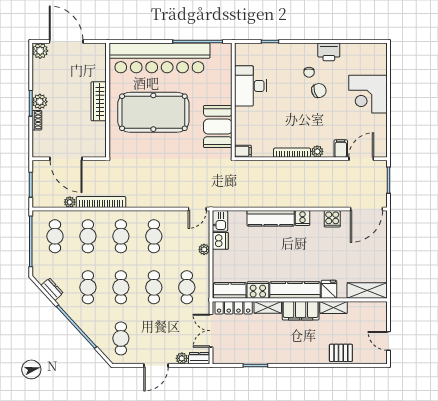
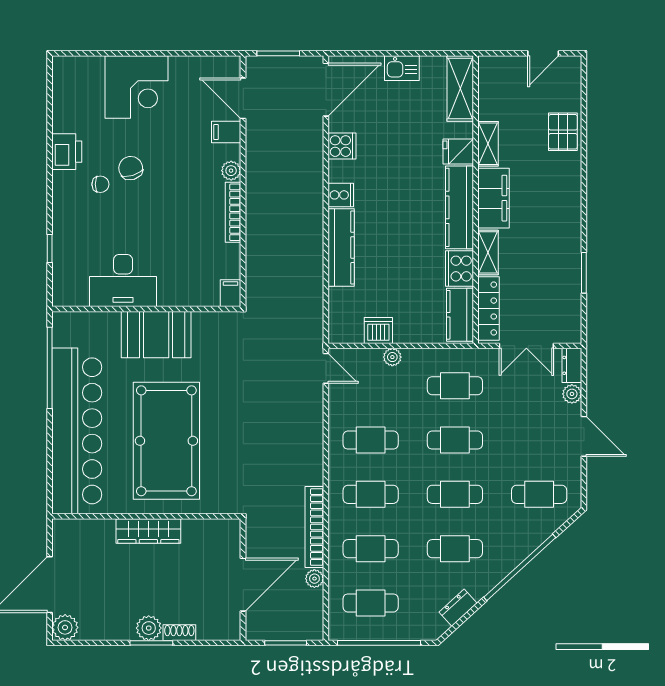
booth: (218, 127) -> (156, 335), moved
door: (366, 209) -> (326, 90), hinge flipped
kitchen sink: (220, 221) -> (402, 68), moved, turned 180

